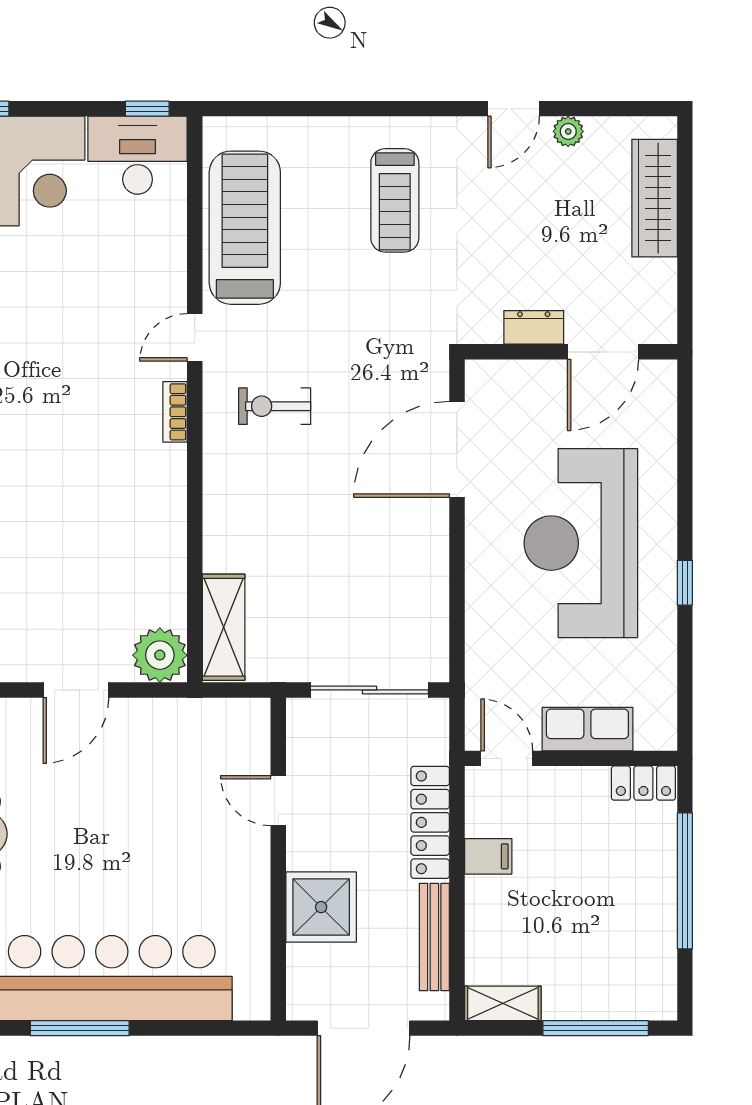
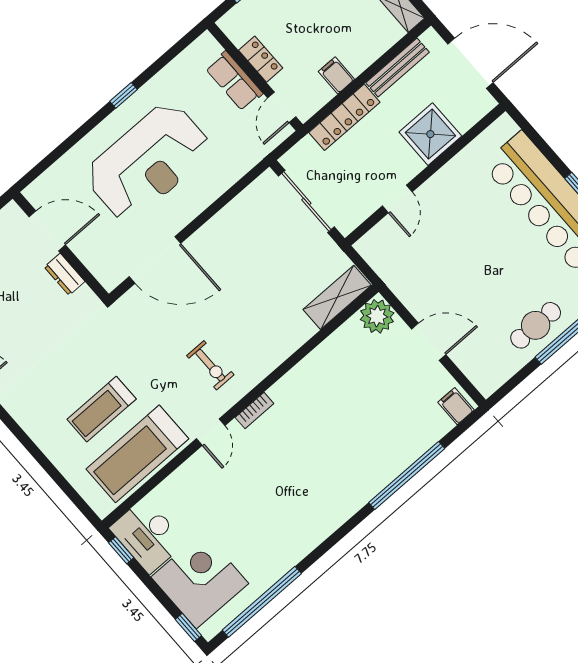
treadmill: (395, 200) -> (102, 409), moved, turned 180
door: (195, 337) -> (211, 432), hinge flipped
locker: (643, 783) -> (261, 59), moved

